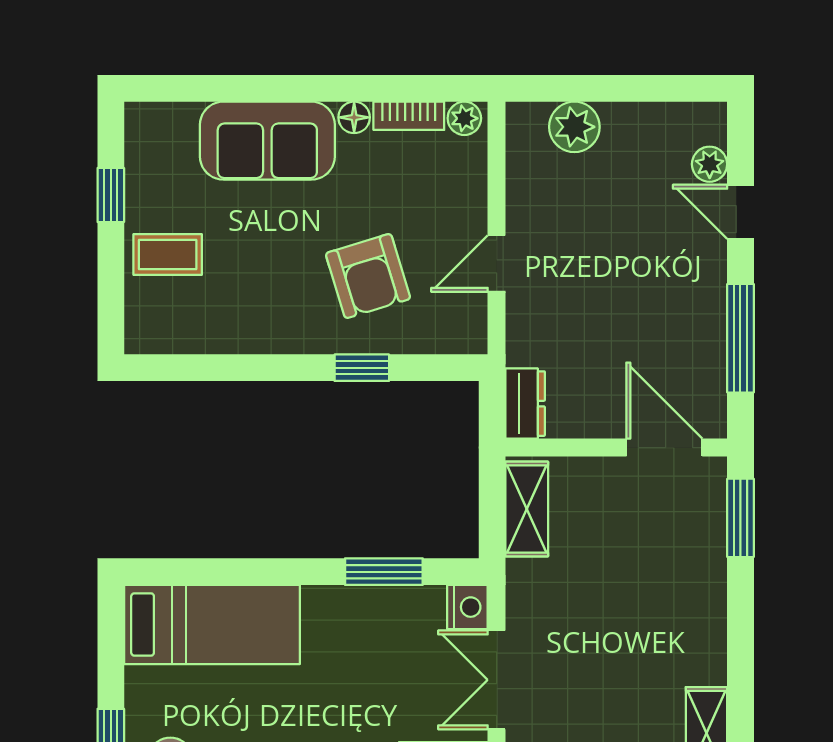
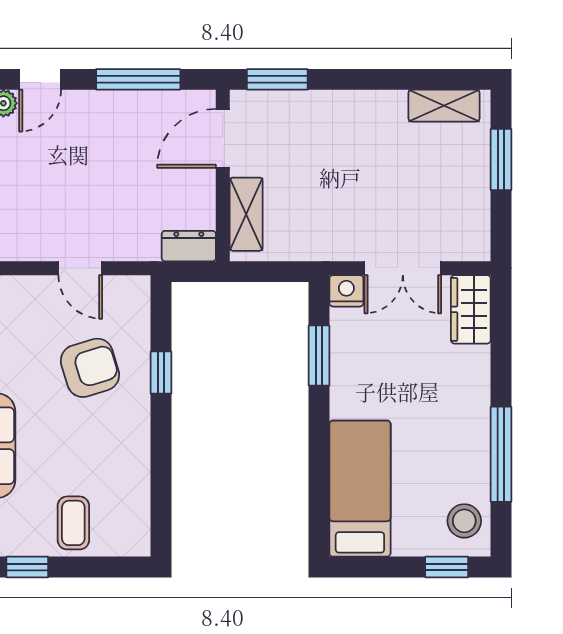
shelving: (527, 509) -> (246, 214), moved, turned 90

